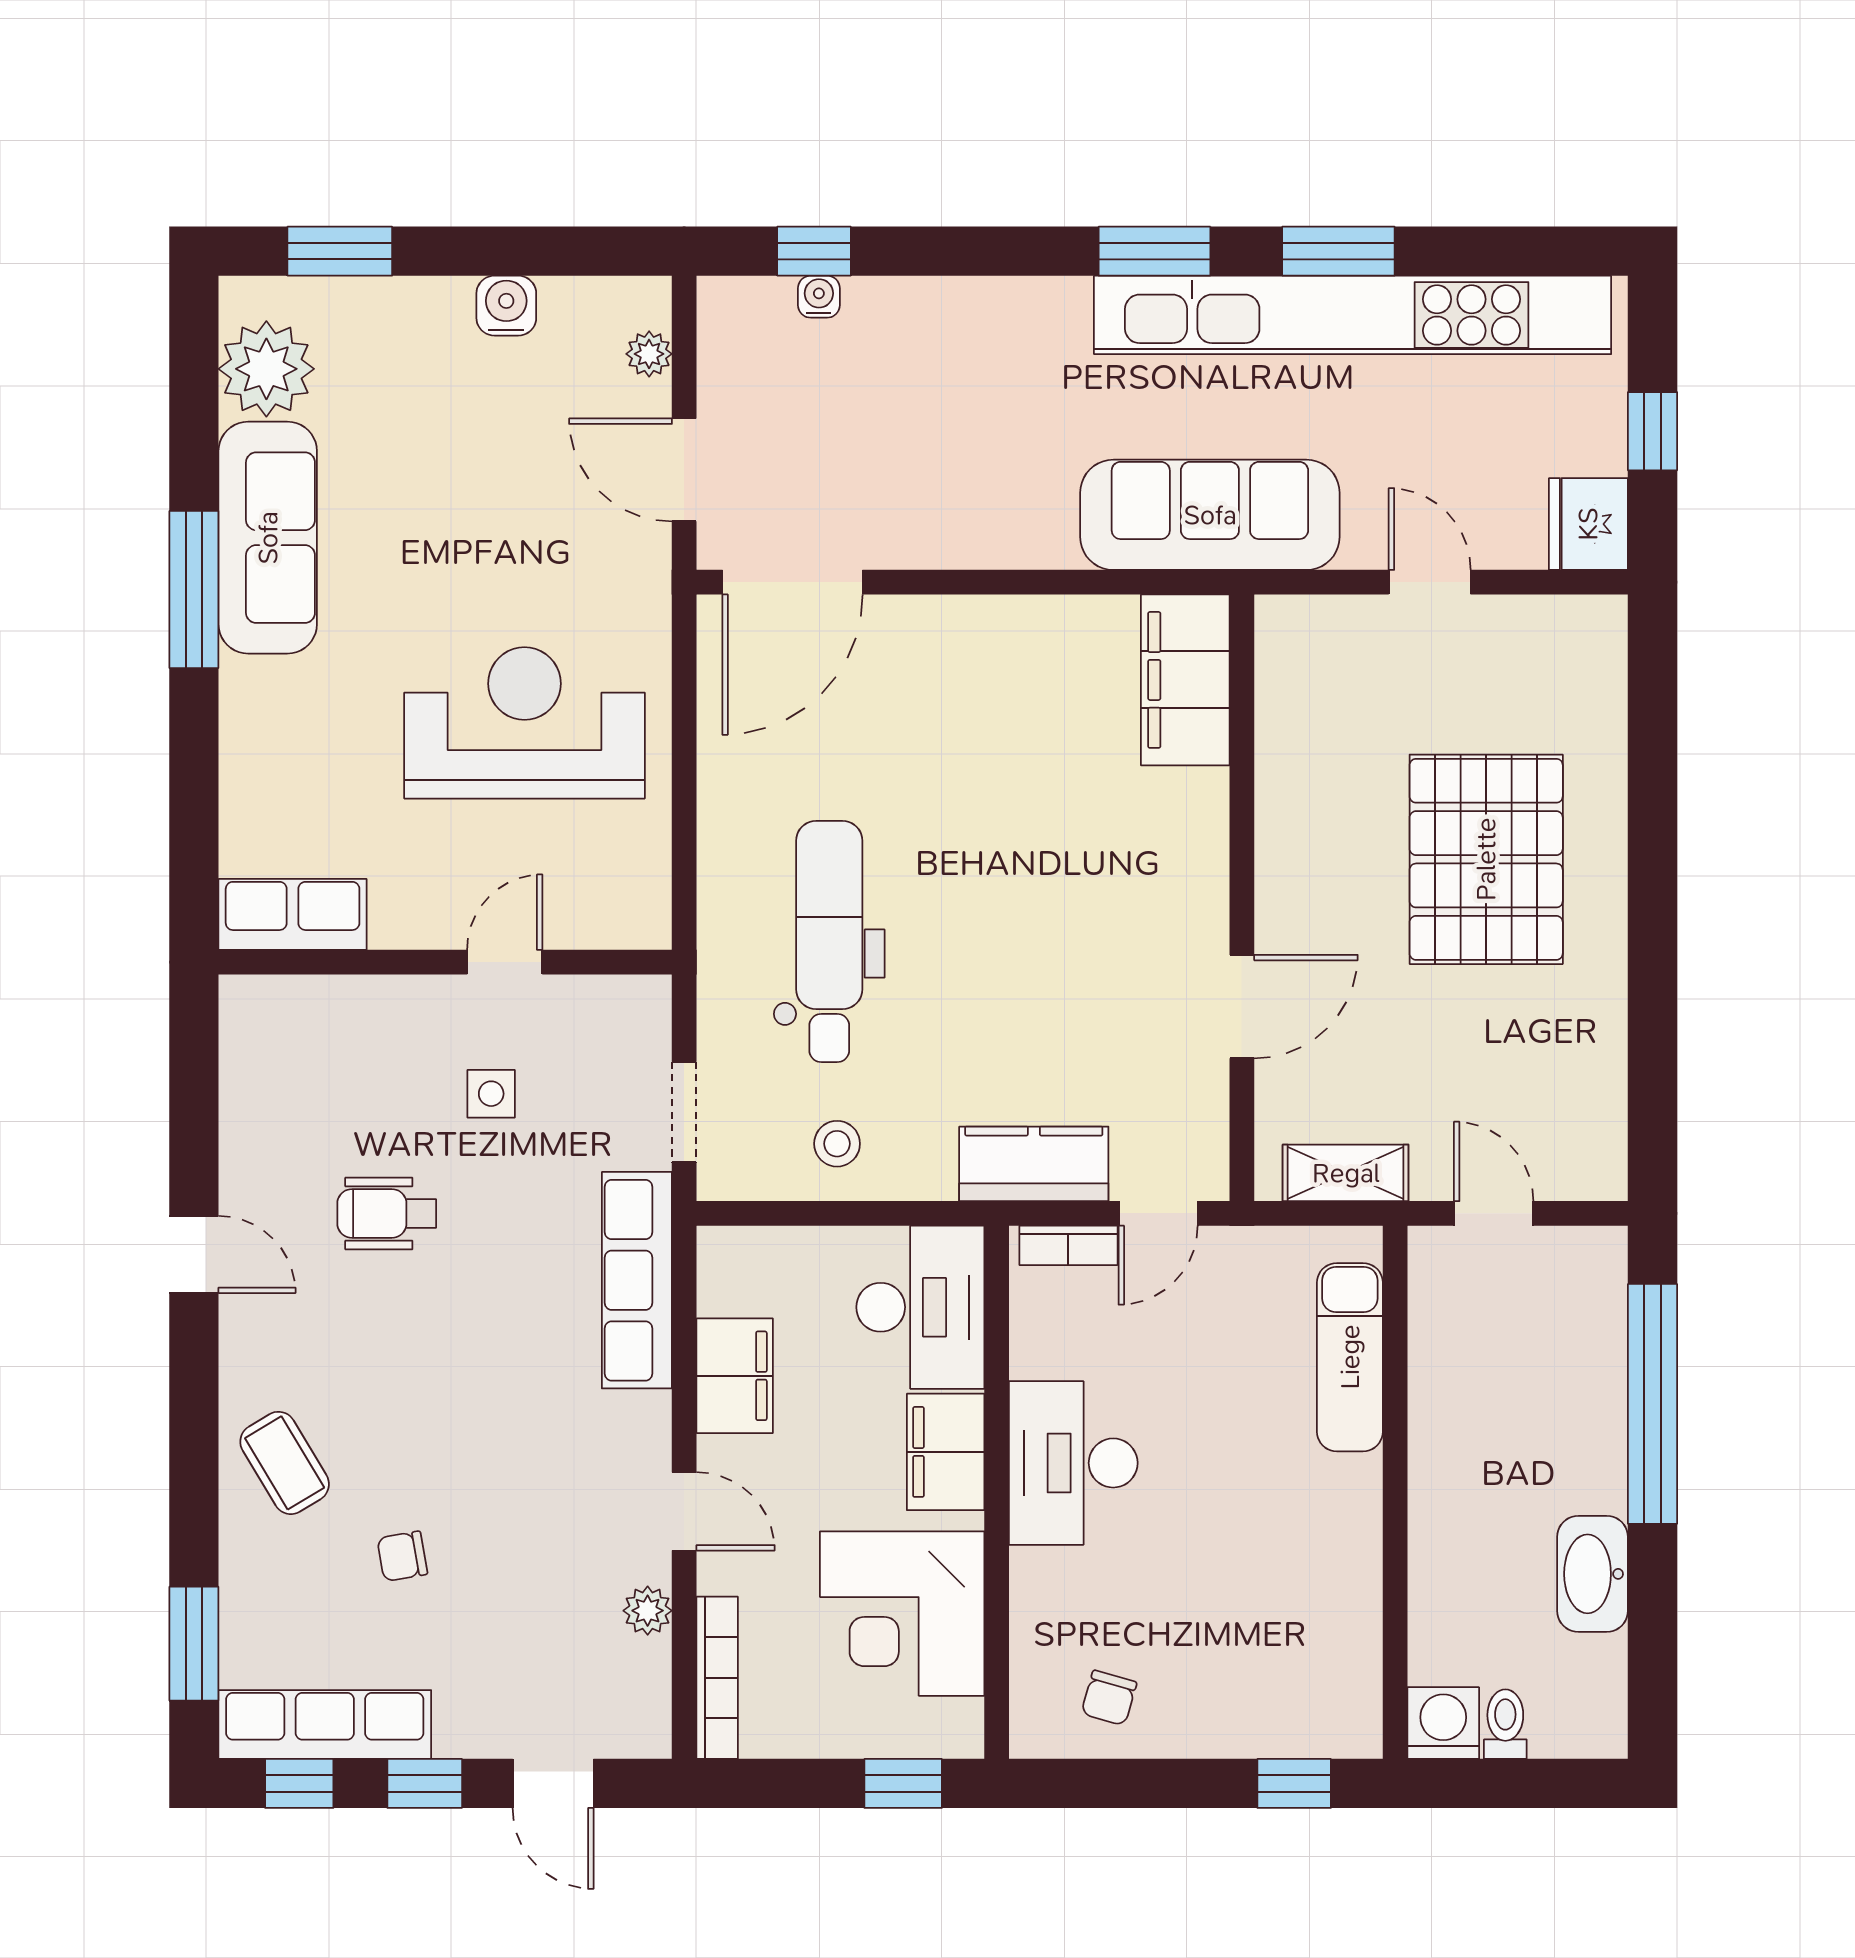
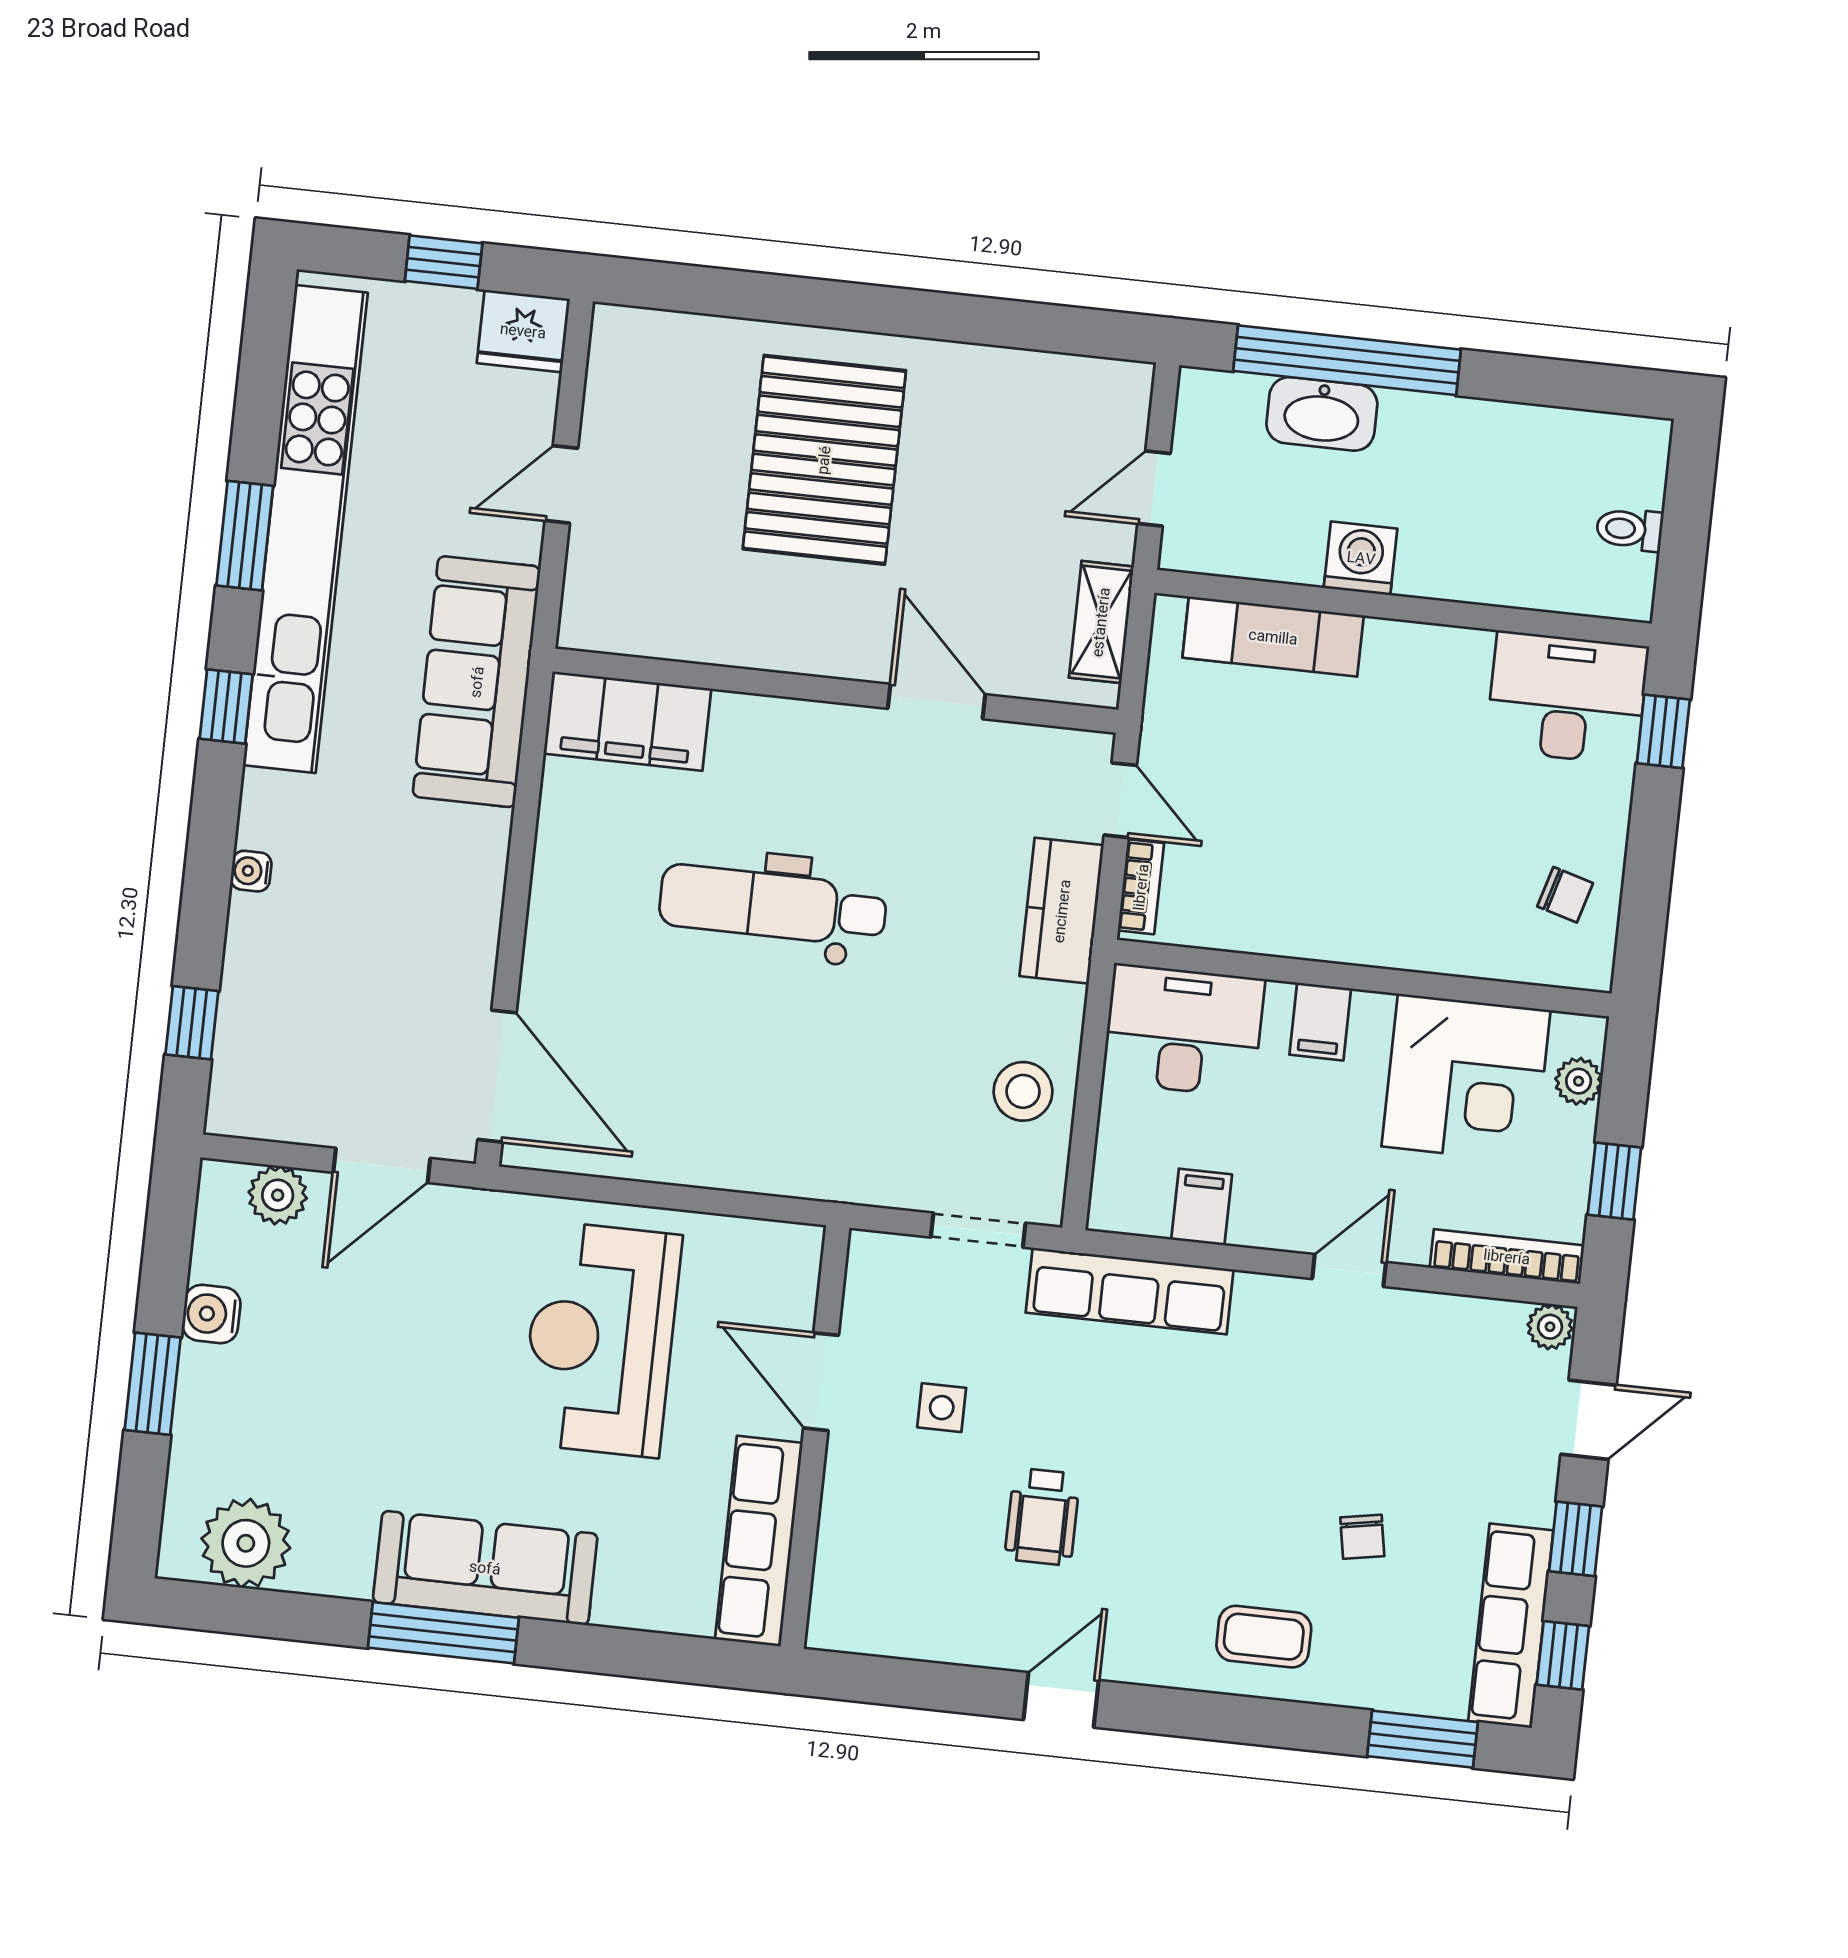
window: (340, 251) -> (153, 1384), moved
window: (1154, 251) -> (226, 707), width x0.67
water cooler: (819, 297) -> (251, 871), moved
plant: (649, 354) -> (278, 1195), width x1.38, depth x1.38
sofa: (268, 538) -> (485, 1568), moved
pallet: (1486, 859) -> (824, 460), turned 90
row of seats: (293, 914) -> (759, 1541), width x1.48
dental chair: (829, 942) -> (773, 905), moved
door: (505, 962) -> (821, 1382), width x1.38
stool: (837, 1144) -> (1023, 1091), width x1.37, depth x1.37
filing cabinet: (735, 1376) -> (1202, 1207), width x0.50
filing cabinet: (946, 1452) -> (1320, 1022), width x0.50
coffee table: (285, 1463) -> (1264, 1637), turned 31
desk: (1073, 1463) -> (1567, 698), moved, turned 180
washbasin: (1593, 1574) -> (1322, 414), moved
plant: (648, 1611) -> (1550, 1327), moved
washing machine: (1443, 1723) -> (1361, 558), moved, turned 90
plant: (912, 1734) -> (1579, 1081), added
window: (903, 1783) -> (1614, 1181), moved

